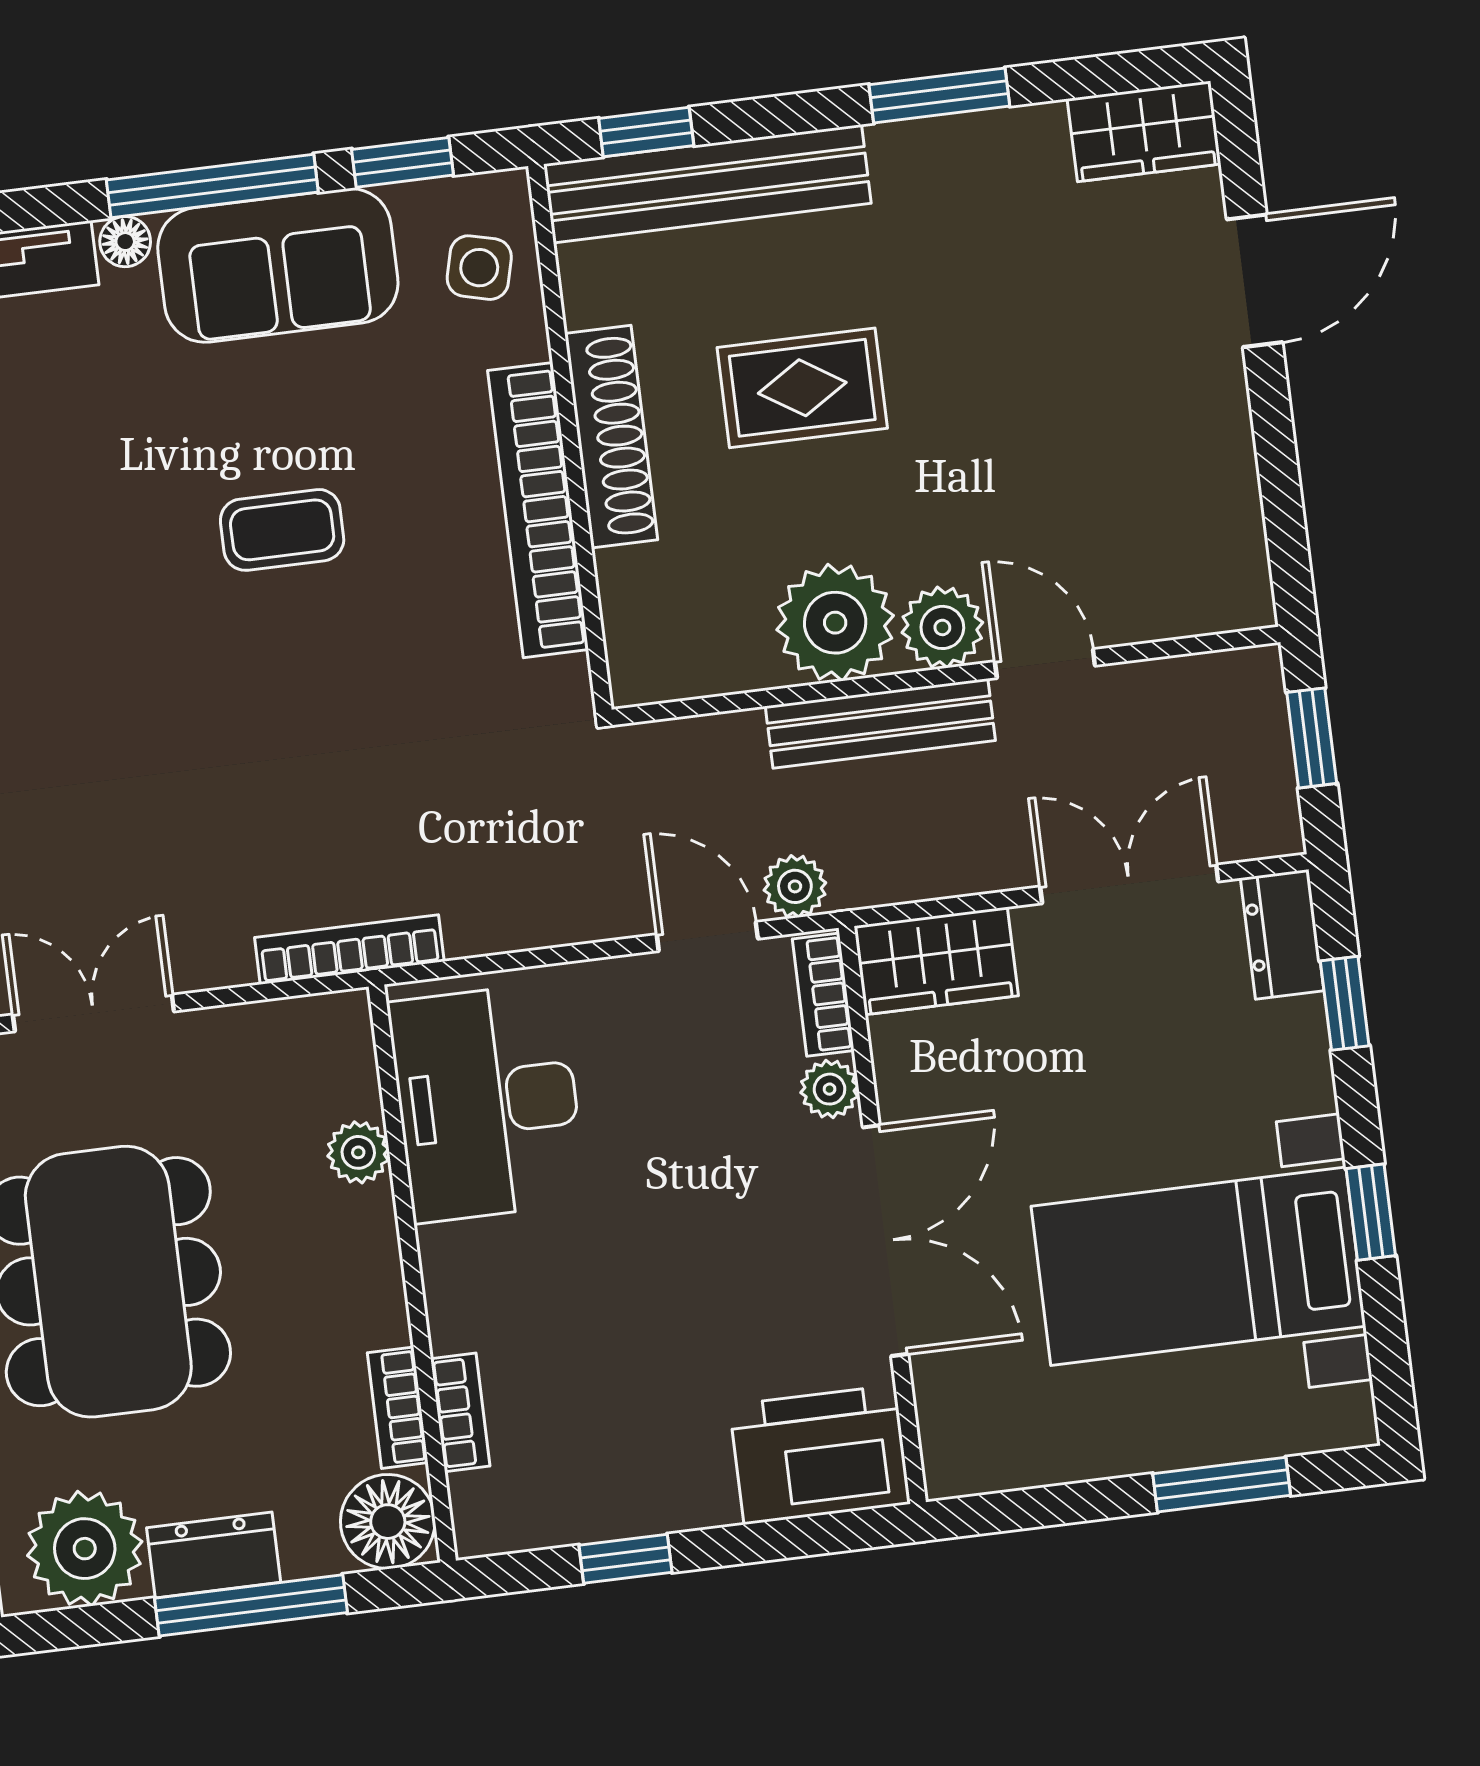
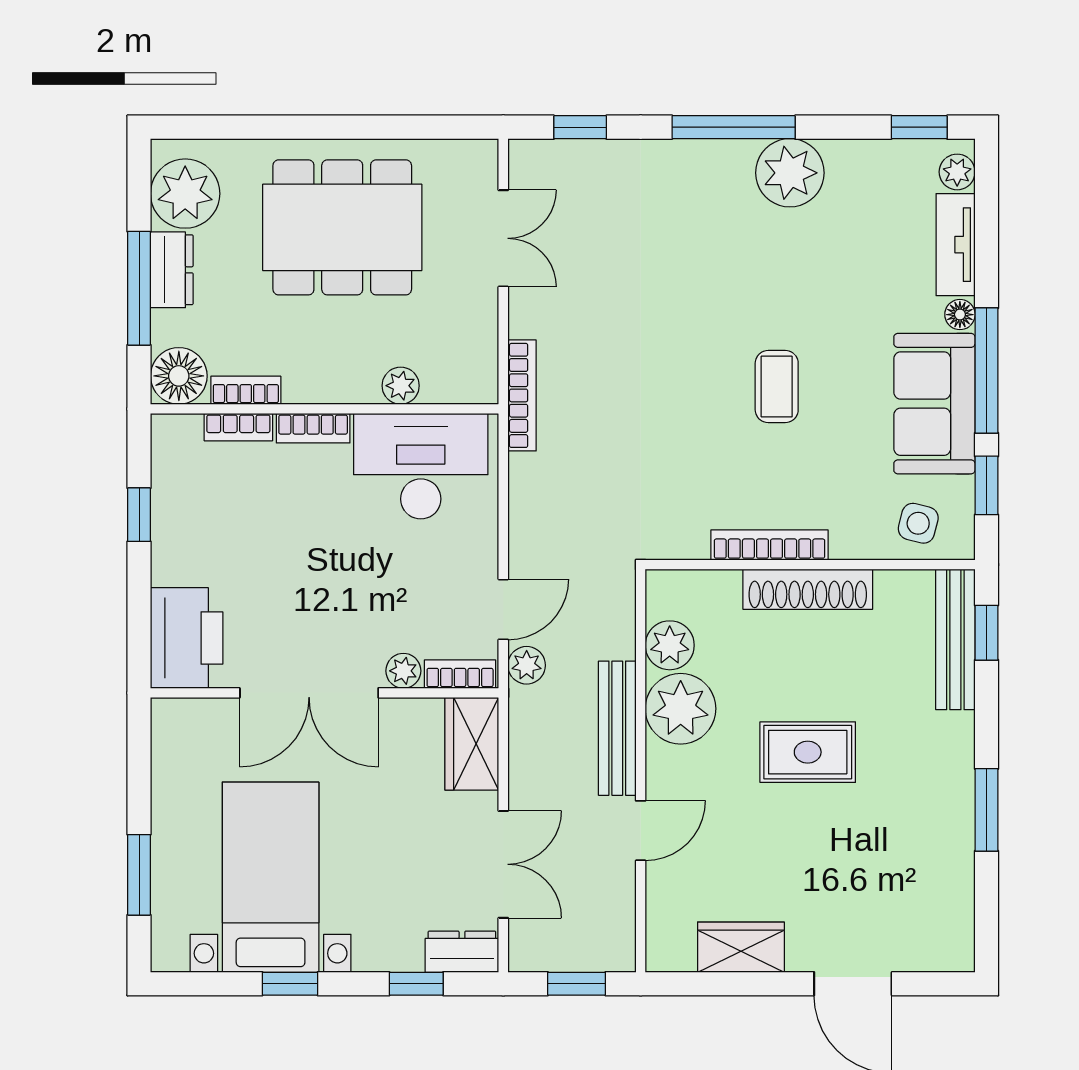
wardrobe: (1144, 131) -> (741, 947), moved, turned 90
bench: (707, 184) -> (955, 639), width x0.73, depth x0.82
rug: (802, 388) -> (808, 752), moved, turned 90
bookcase: (538, 510) -> (770, 545), width x0.68, depth x0.76
plant: (942, 627) -> (670, 645), moved
bookcase: (447, 1288) -> (313, 428), added

